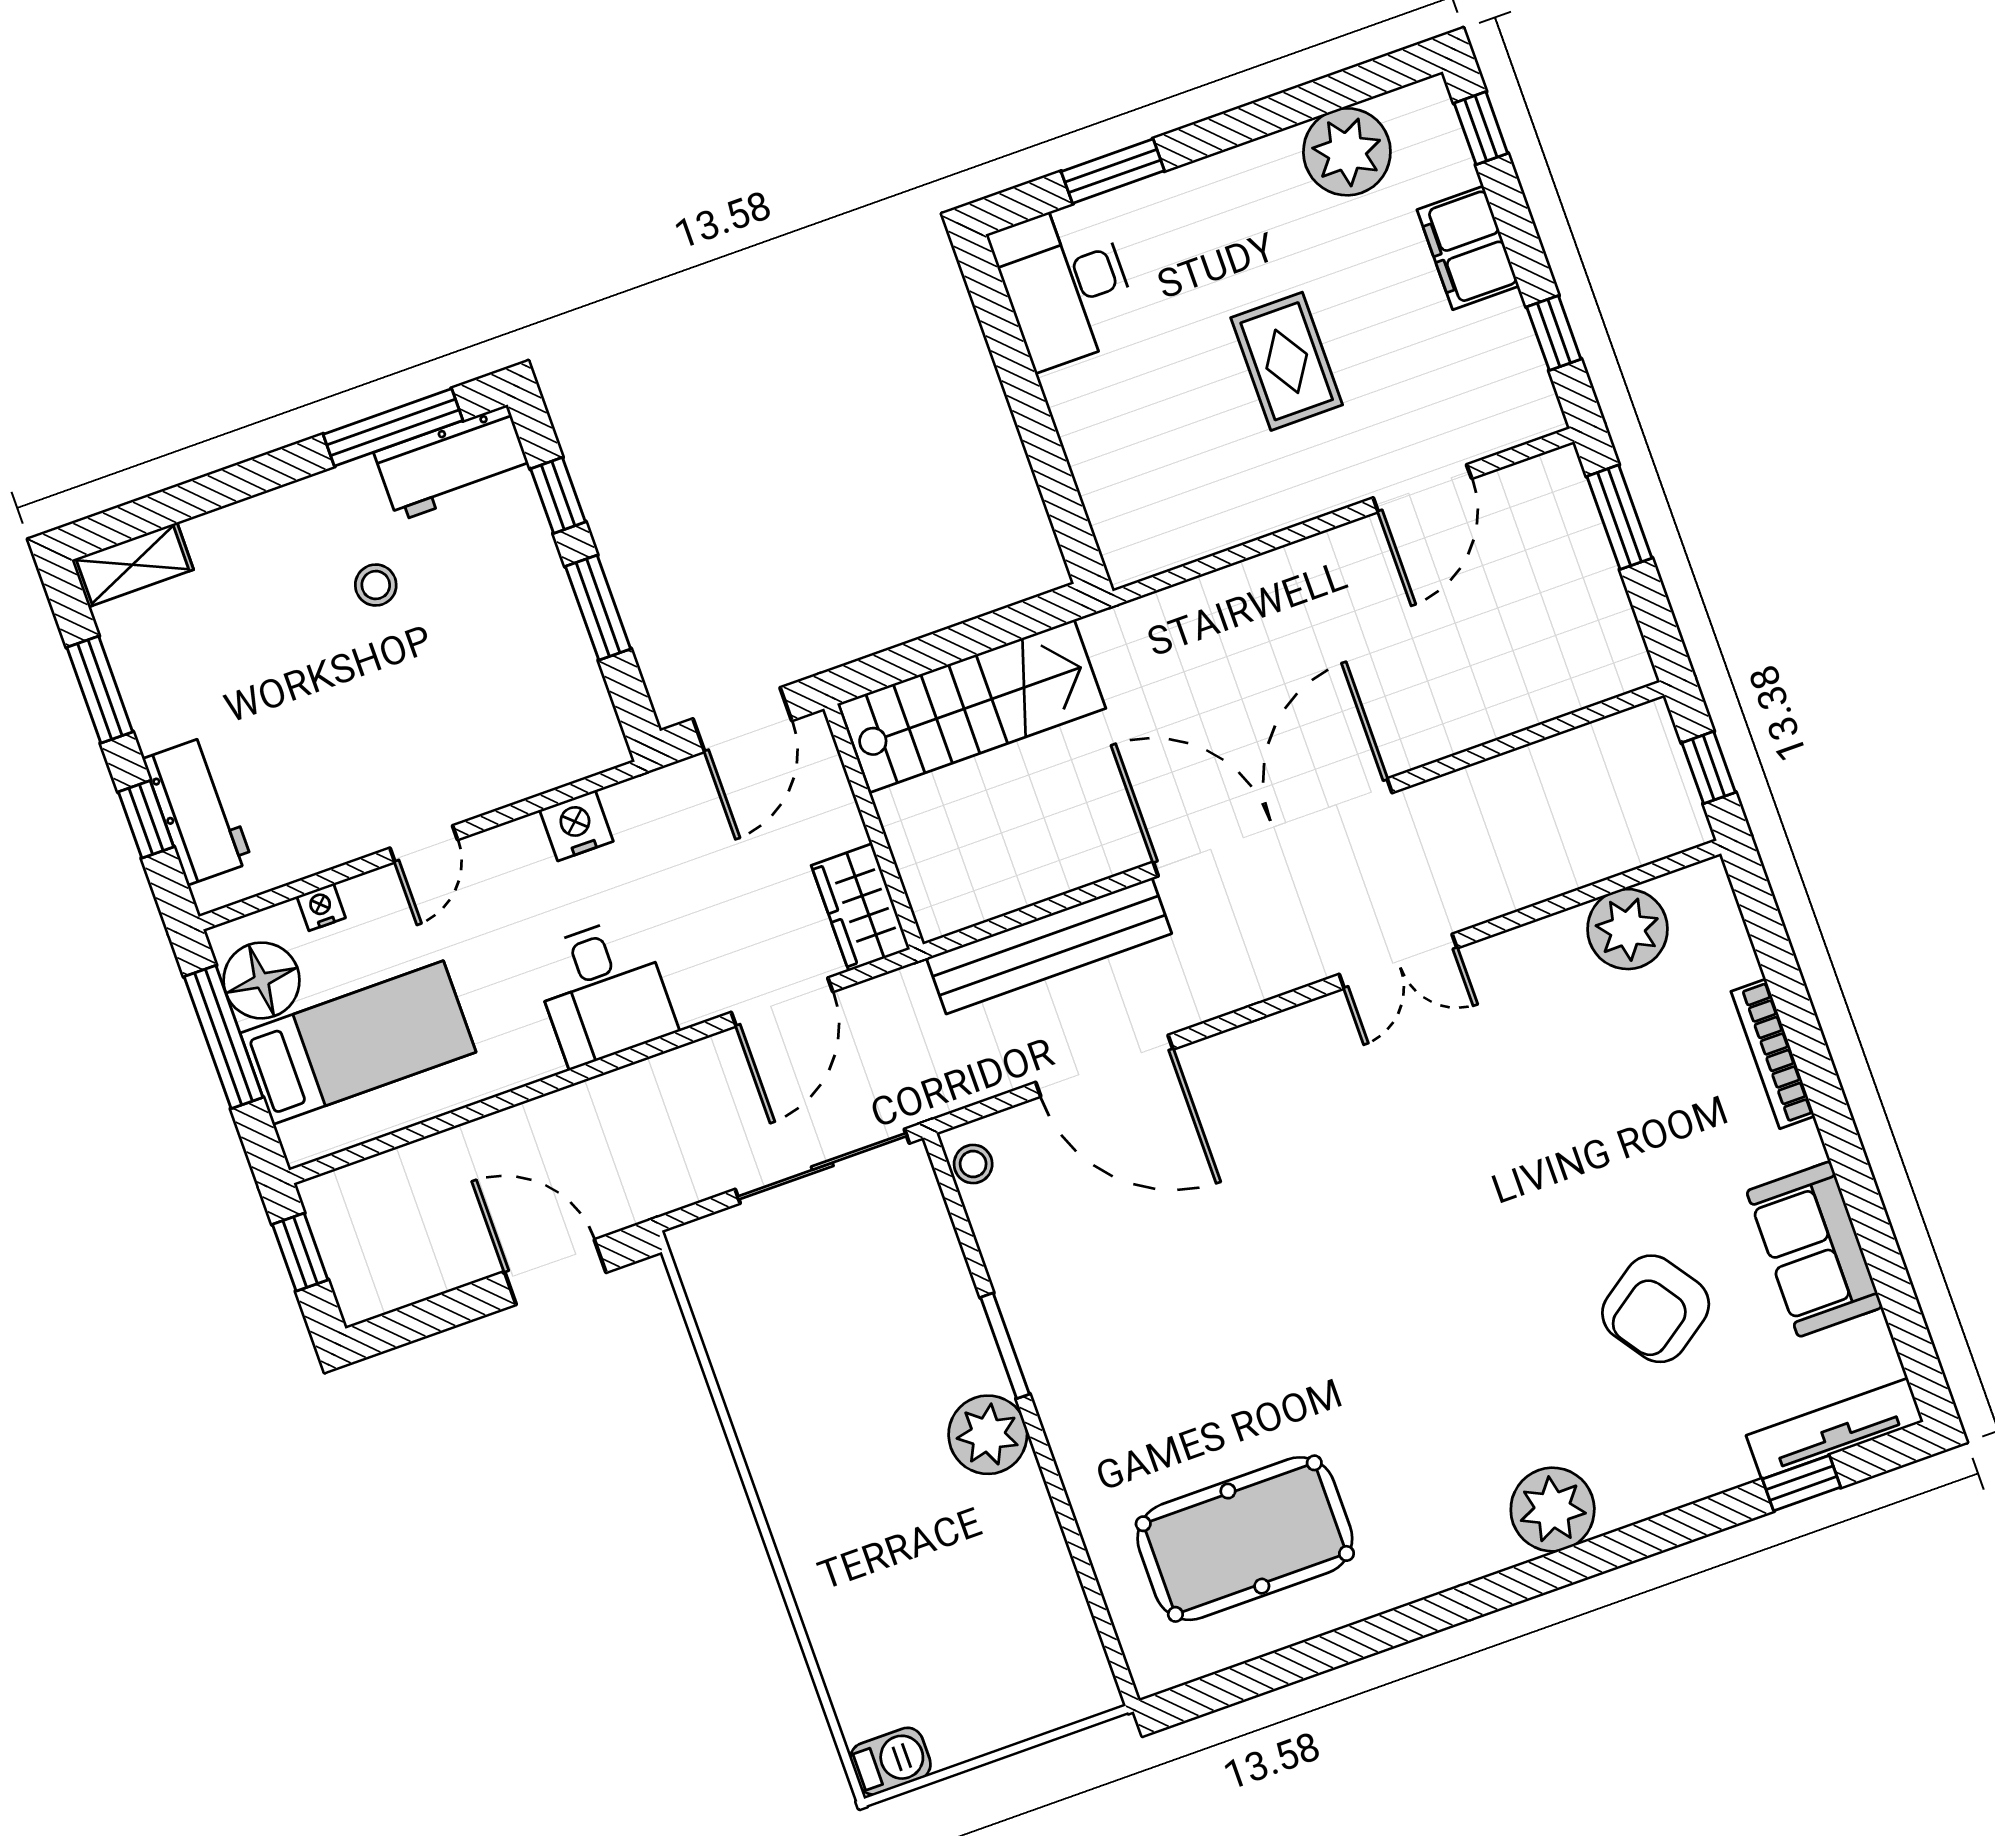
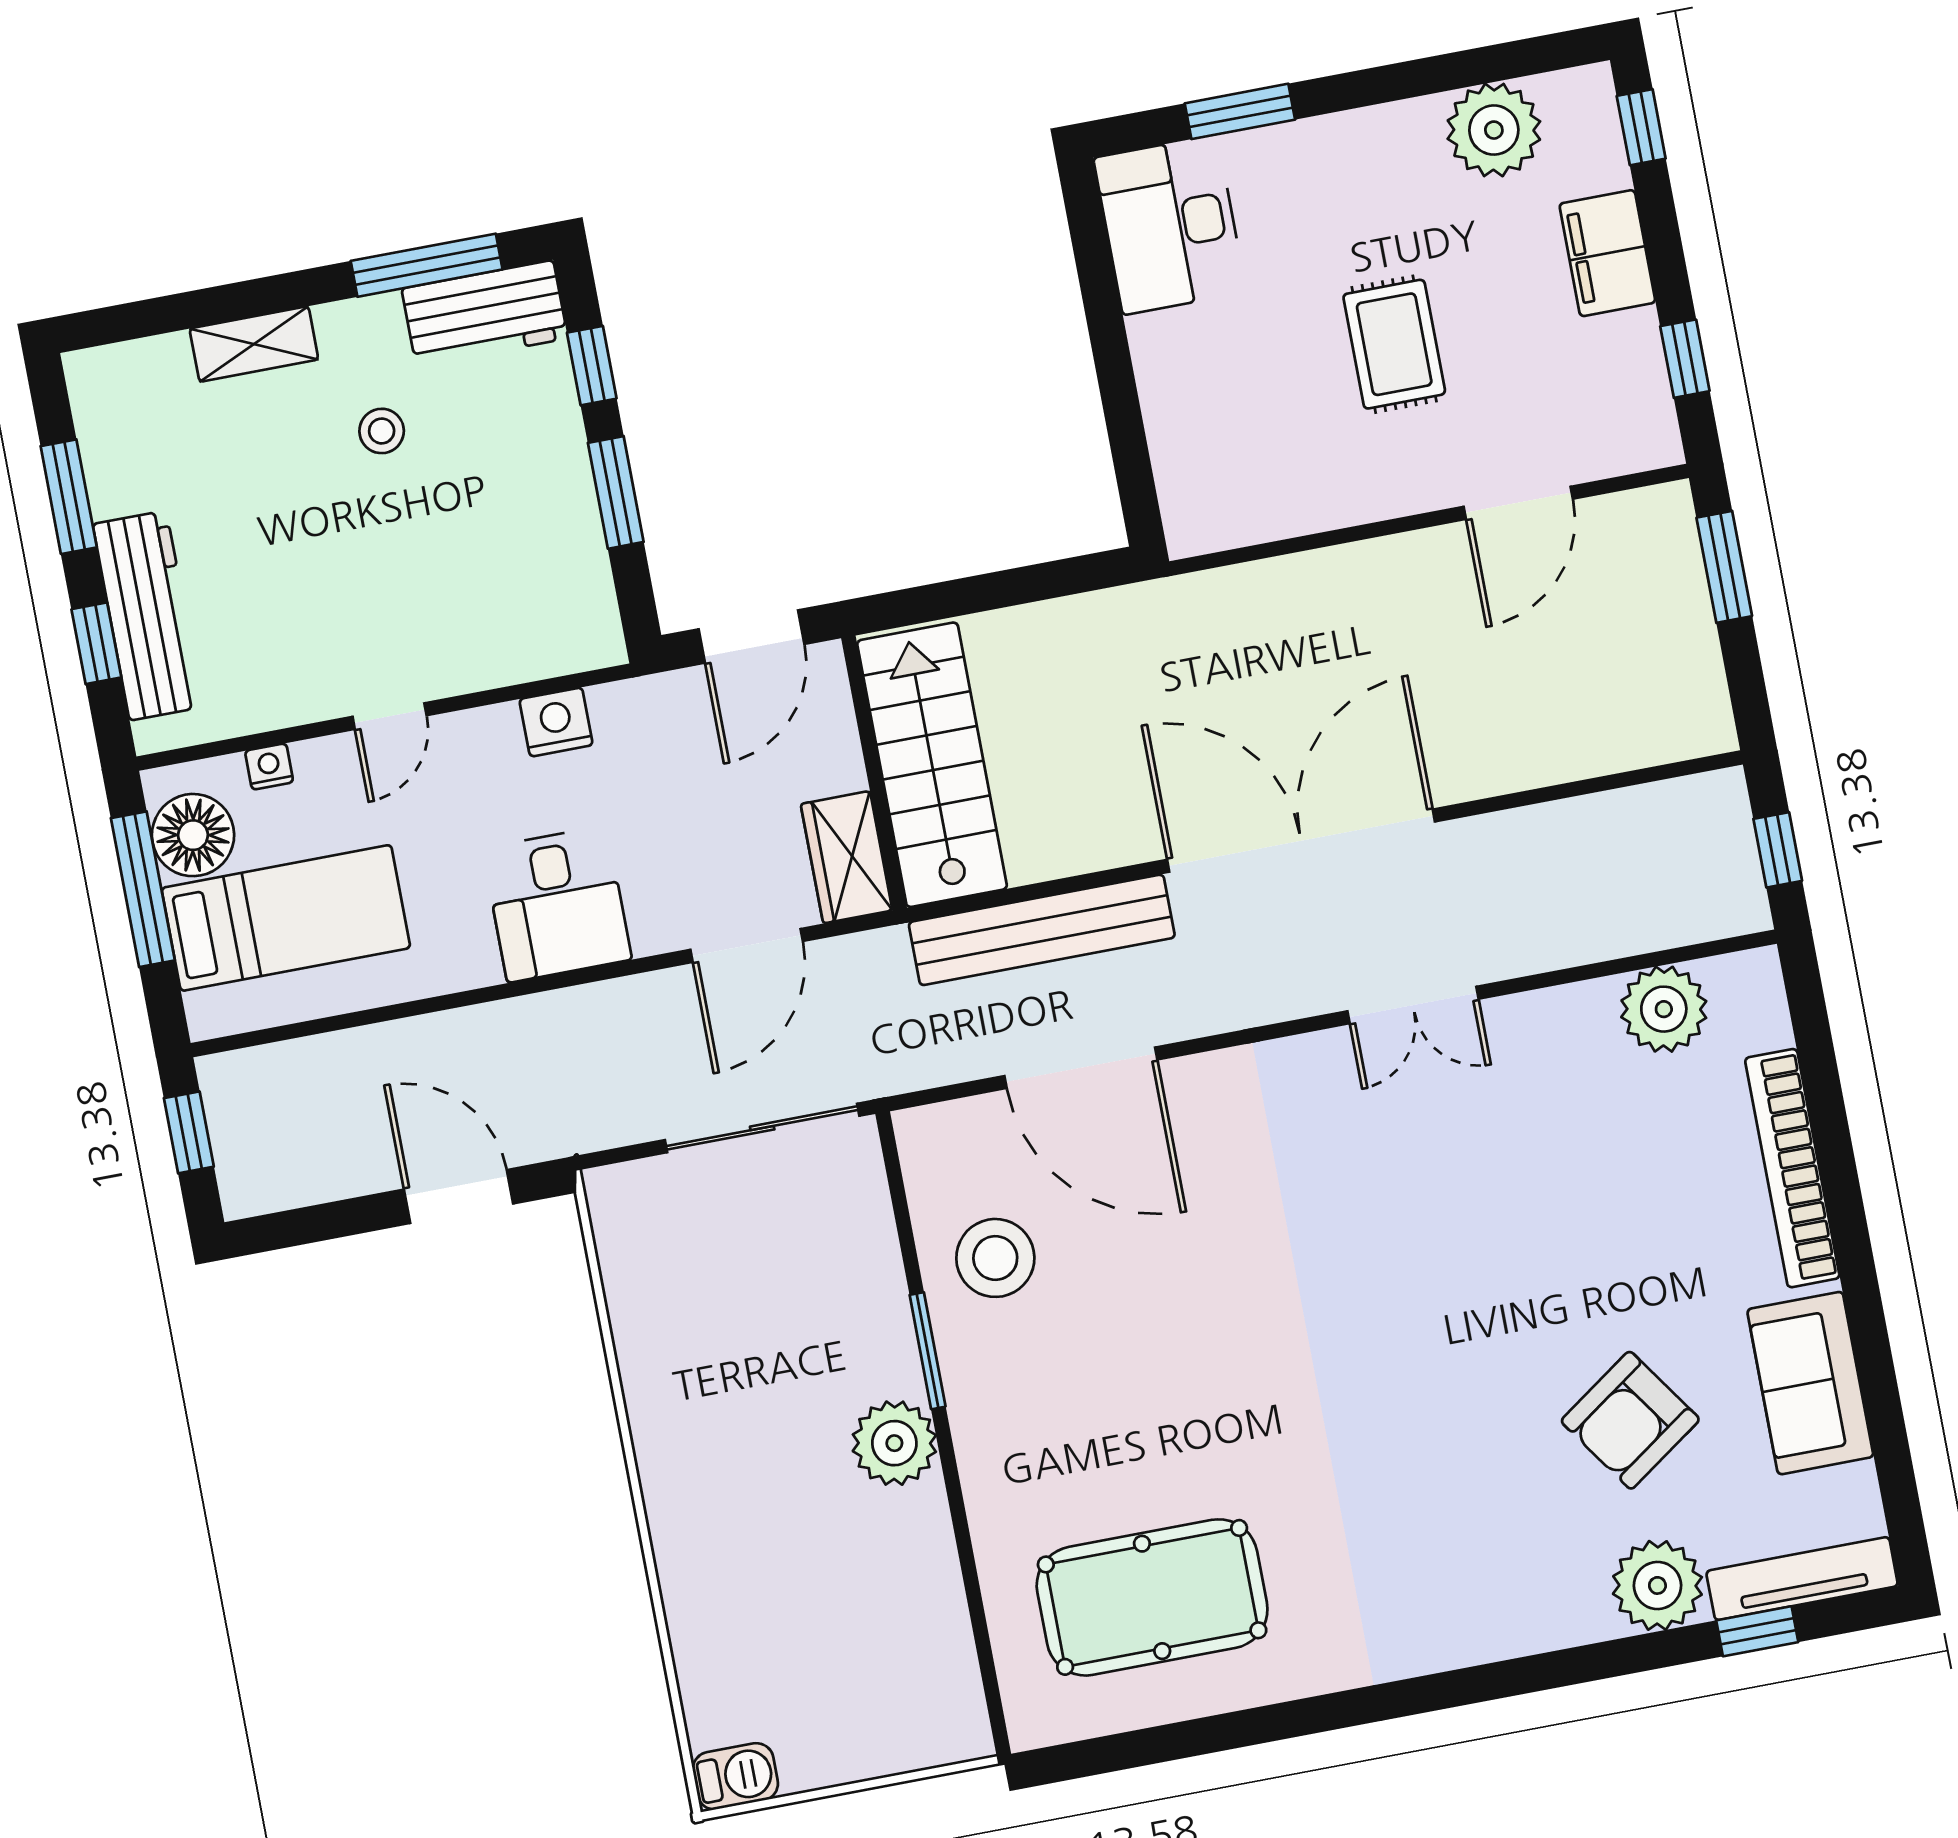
shelving: (133, 565) -> (254, 344), moved
stairs: (972, 706) -> (932, 765), moved, turned -90
workbench: (198, 810) -> (148, 615), width x1.38
bookcase: (1773, 1054) -> (1792, 1168), width x1.48, depth x1.31
stool: (973, 1164) -> (995, 1258), moved, width x1.89, depth x1.89
plant: (1553, 1509) -> (1657, 1585), moved

